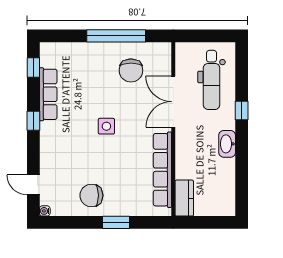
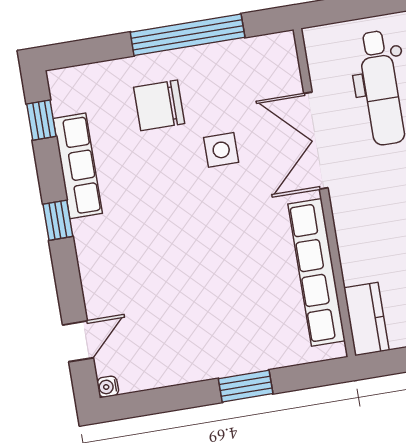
chair: (131, 70) -> (159, 105), moved, turned 90
side table: (106, 126) -> (221, 150), moved
door: (33, 185) -> (78, 341), swing flipped
chair: (91, 195) -> (191, 343), removed

